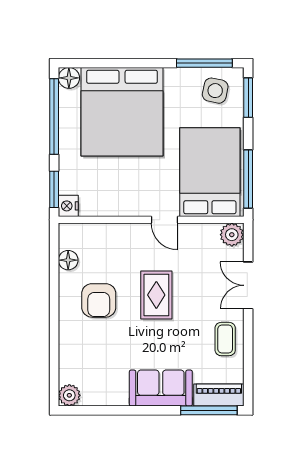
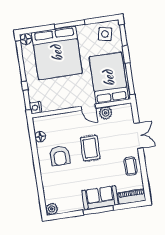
window: (204, 63) -> (70, 24), moved
plant: (232, 235) -> (106, 113), moved
double door: (248, 285) -> (138, 136), swing flipped
window: (209, 410) -> (98, 210), moved

